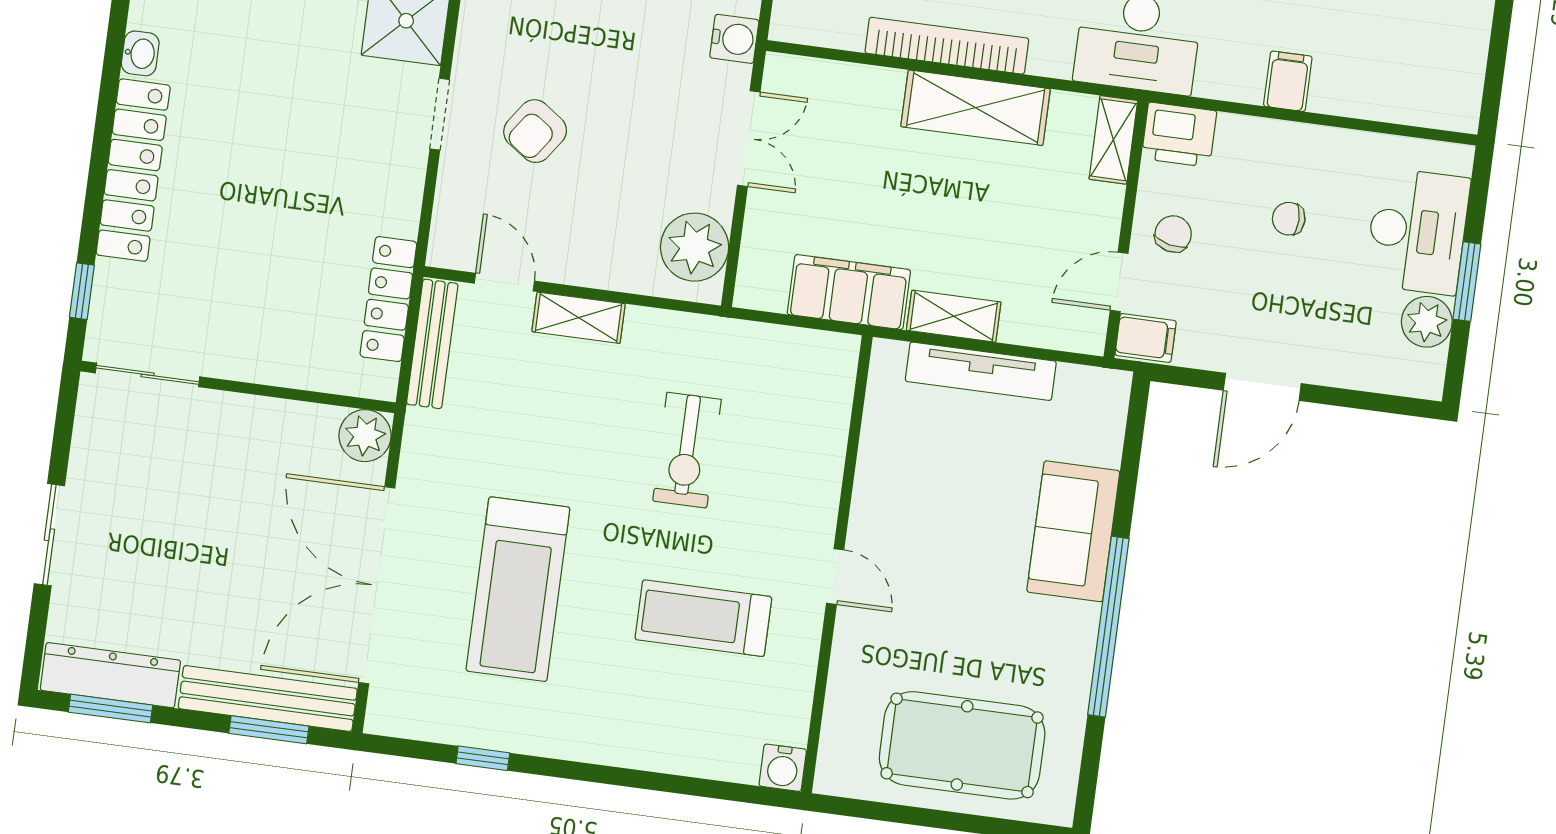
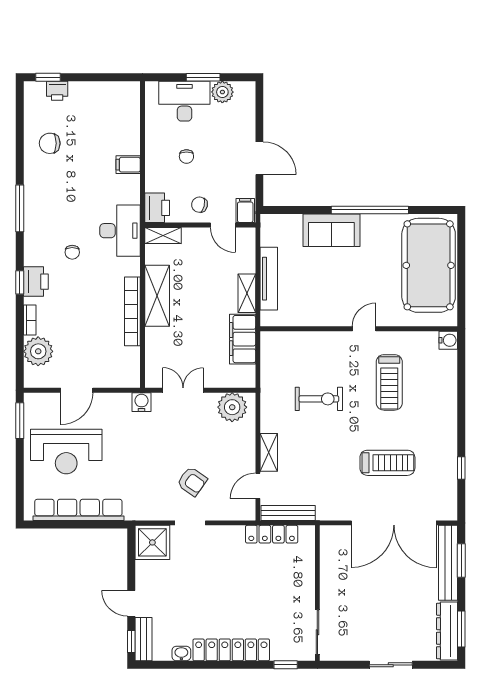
plant: (365, 436) -> (331, 536), removed
treadmill: (518, 589) -> (387, 463), width x0.73, depth x0.73
pool table: (962, 745) -> (429, 265), width x1.36, depth x1.32

